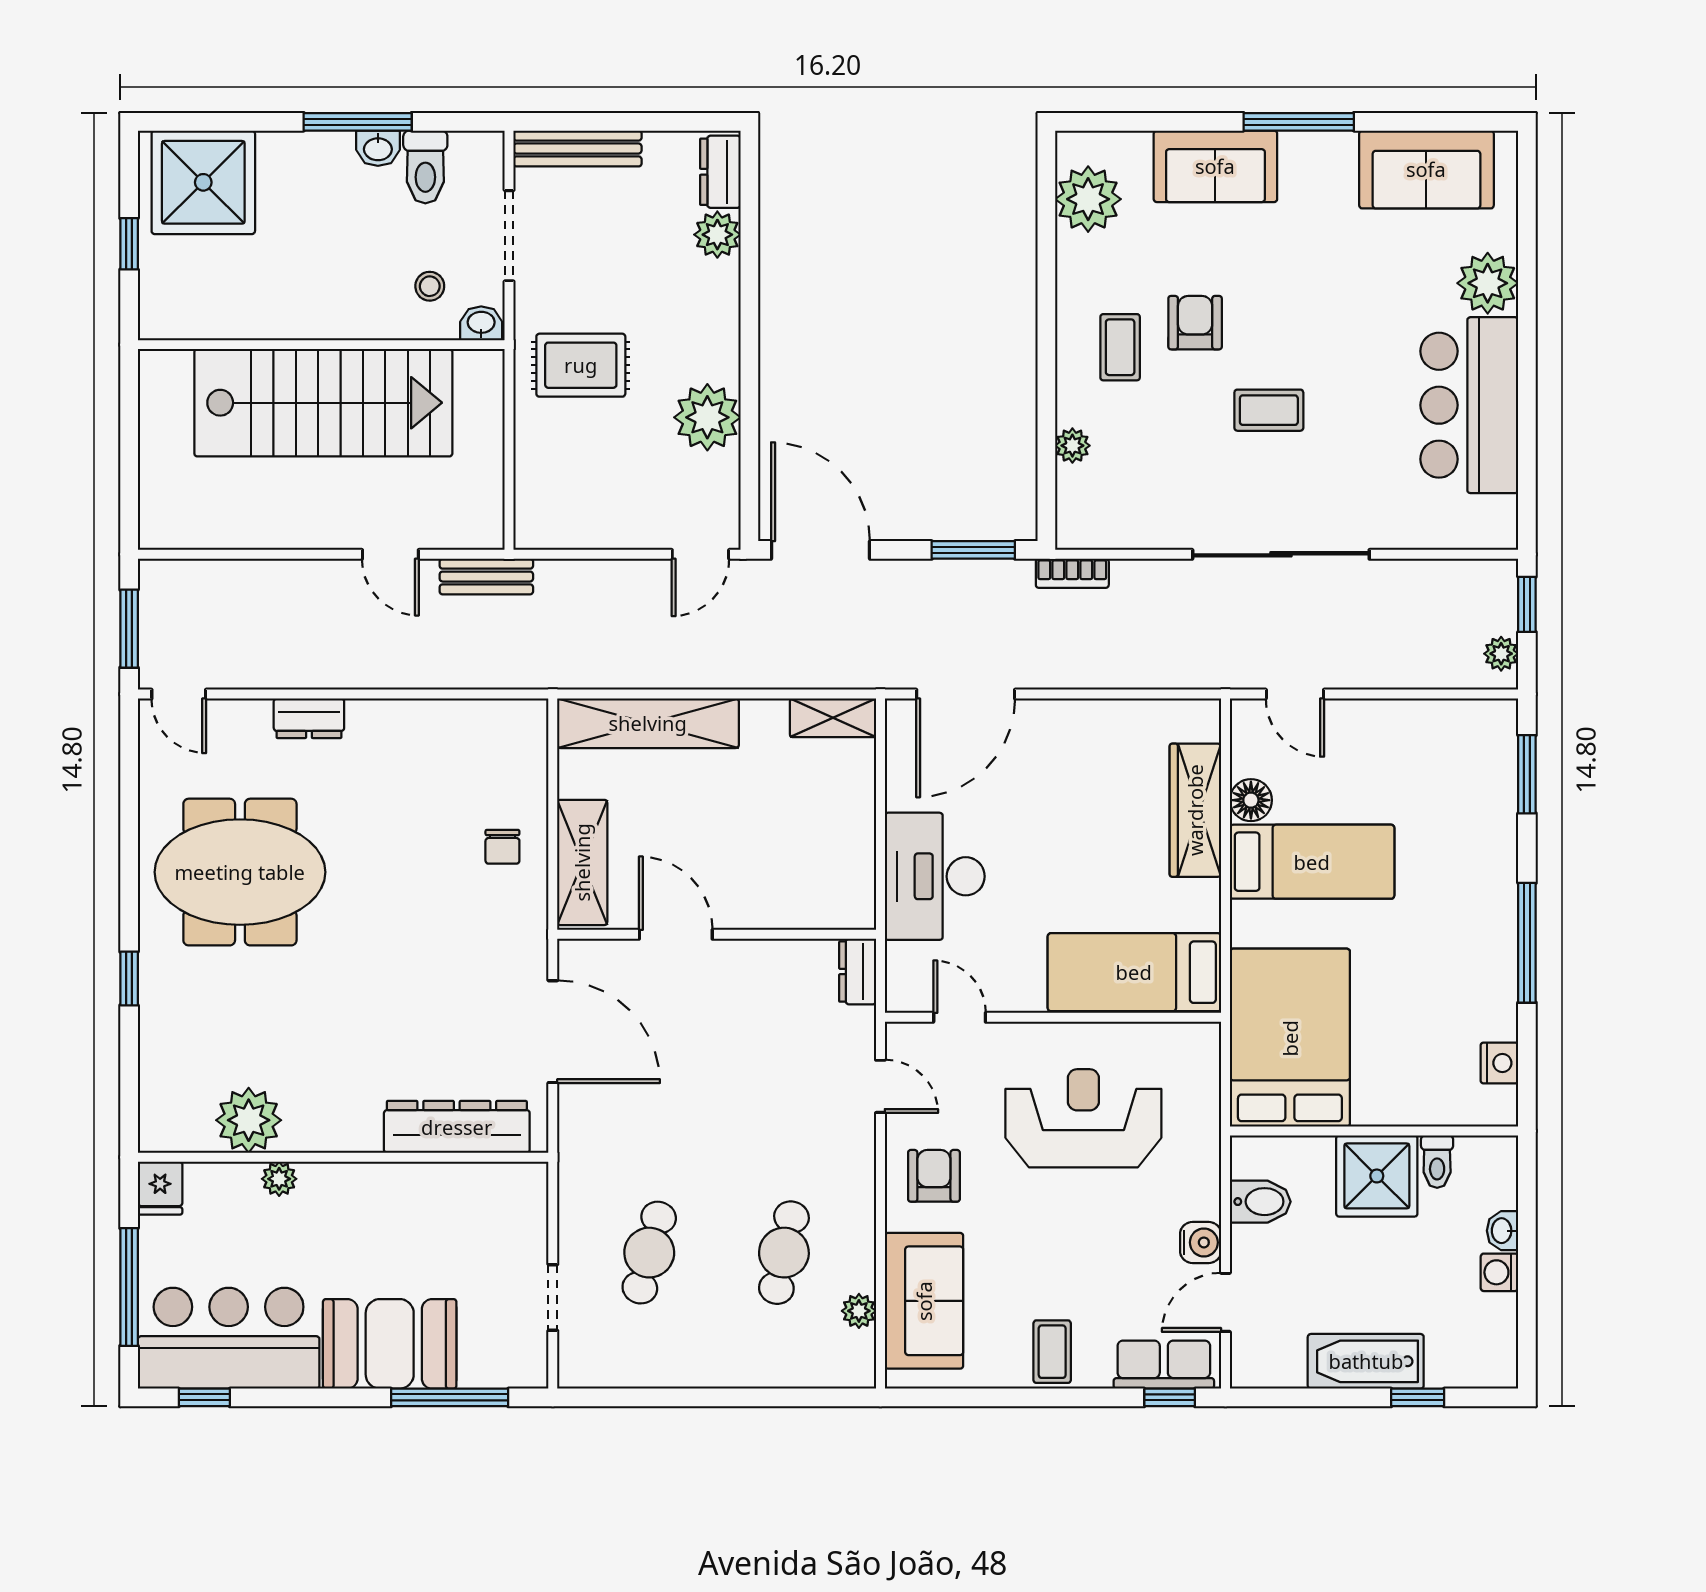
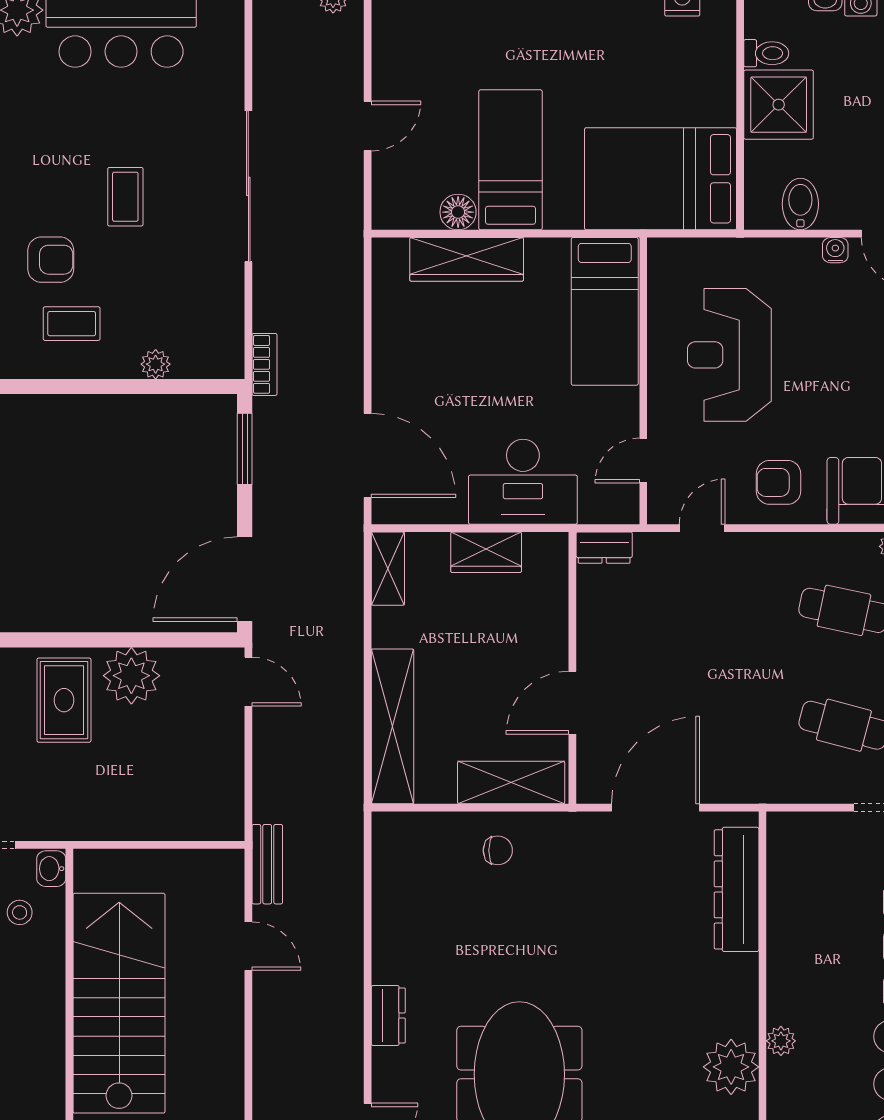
armchair: (1195, 323) -> (51, 260), turned 180
rug: (581, 365) -> (64, 700), moved
door: (390, 554) -> (248, 946), hinge flipped
door: (1295, 694) -> (368, 126), moved
wardrobe: (852, 833) -> (486, 552), added
water cooler: (1201, 1242) -> (835, 250), width x0.72, depth x0.72

